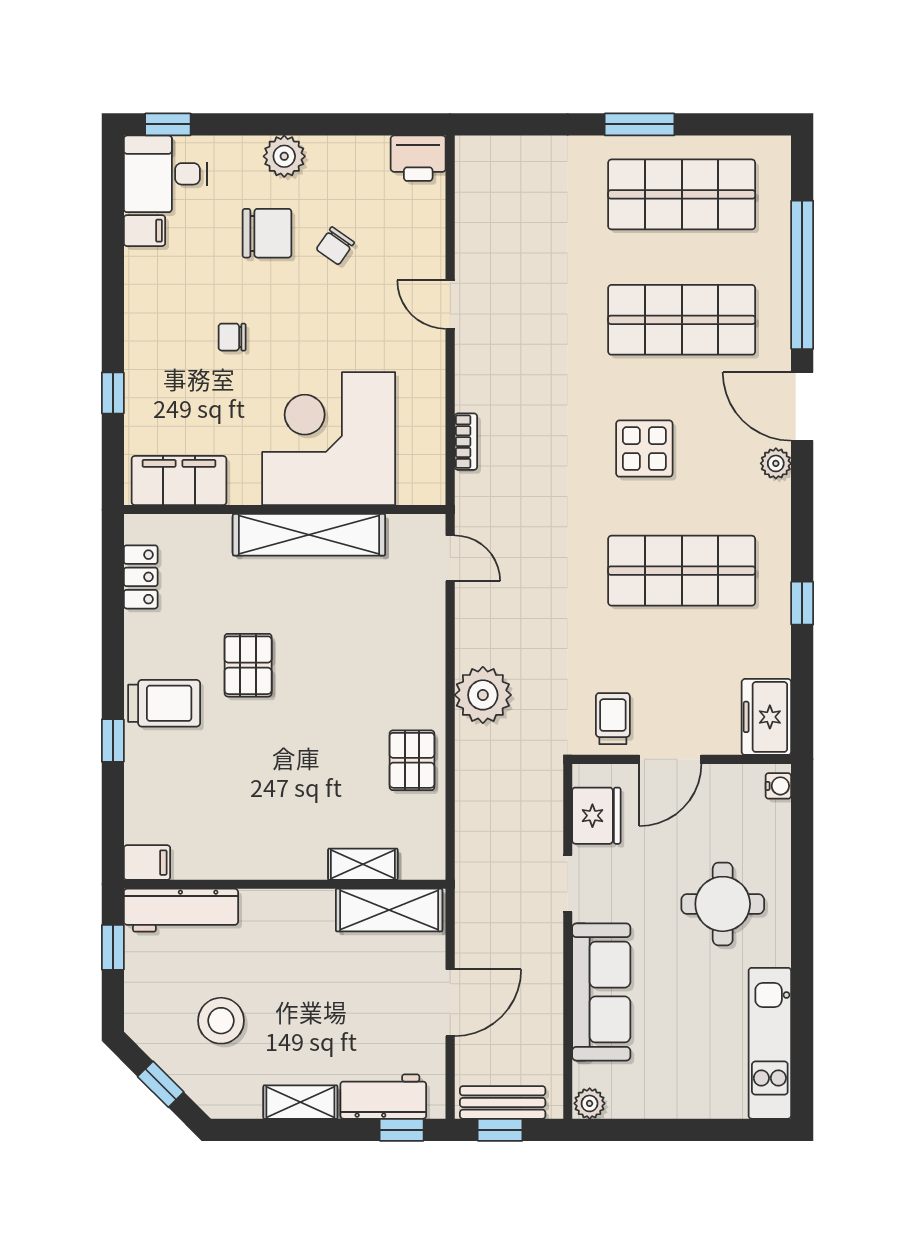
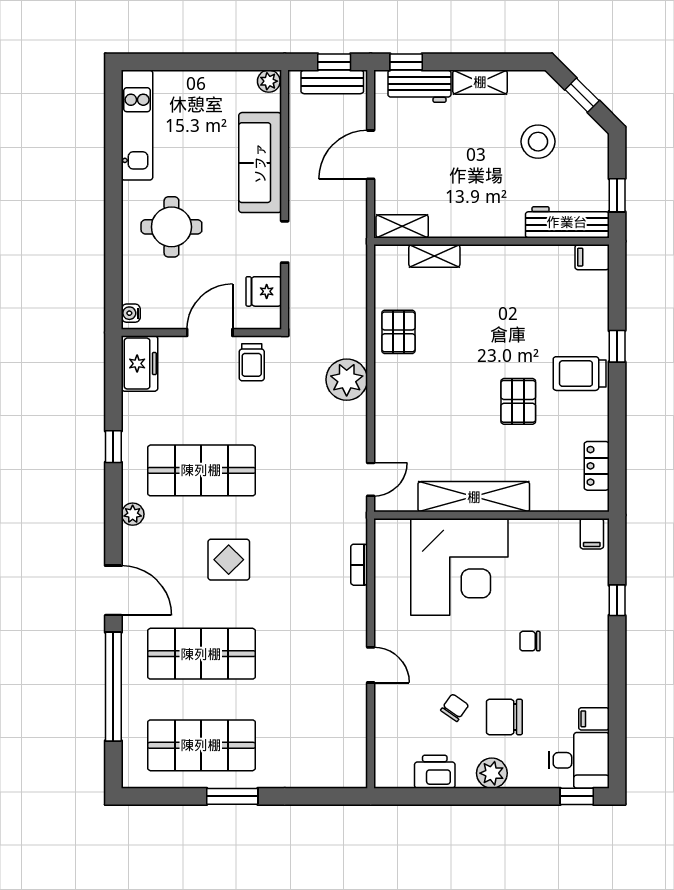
printer: (418, 158) -> (435, 772), moved
chair: (232, 337) -> (530, 641), turned 180
plant: (776, 463) -> (133, 514), moved
filing cabinet: (179, 481) -> (592, 534), width x0.33, depth x0.86
door: (450, 558) -> (371, 479), swing flipped
fridge: (596, 816) -> (264, 291), width x0.72
shelving: (389, 910) -> (402, 226), width x0.67, depth x0.75

